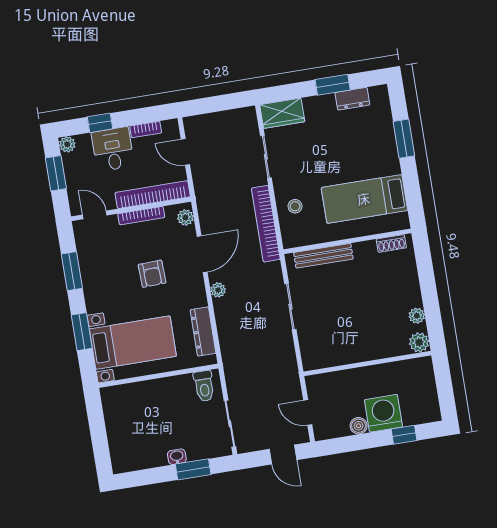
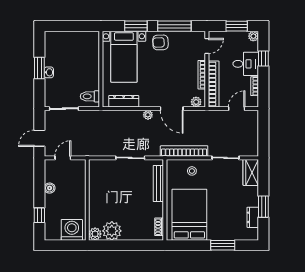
bed: (364, 199) -> (189, 215), width x1.50
window: (72, 271) -> (174, 26), width x1.44
armchair: (152, 274) -> (160, 42), moved
plant: (417, 316) -> (112, 231), width x1.87, depth x1.87
washing machine: (383, 413) -> (72, 230), moved, turned -90
window: (193, 469) -> (39, 68), moved

